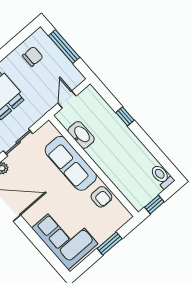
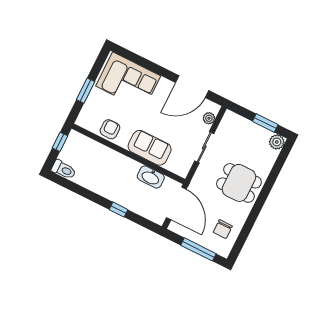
door: (67, 99) -> (176, 203), width x1.88
sofa: (71, 163) -> (150, 148), width x0.73
armchair: (101, 197) -> (110, 129), turned 90

